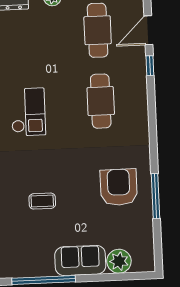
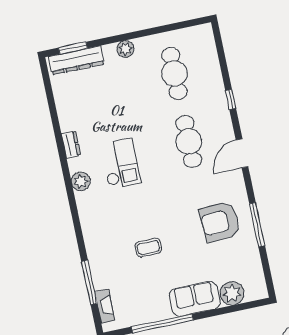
door: (148, 30) -> (242, 153), moved
armchair: (119, 187) -> (220, 222), turned -93

